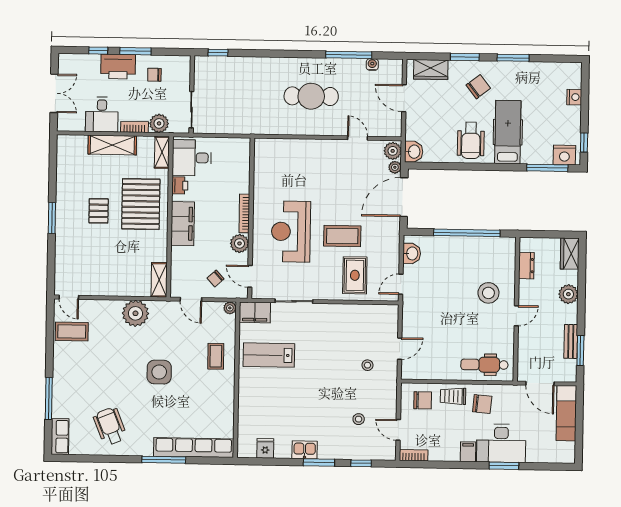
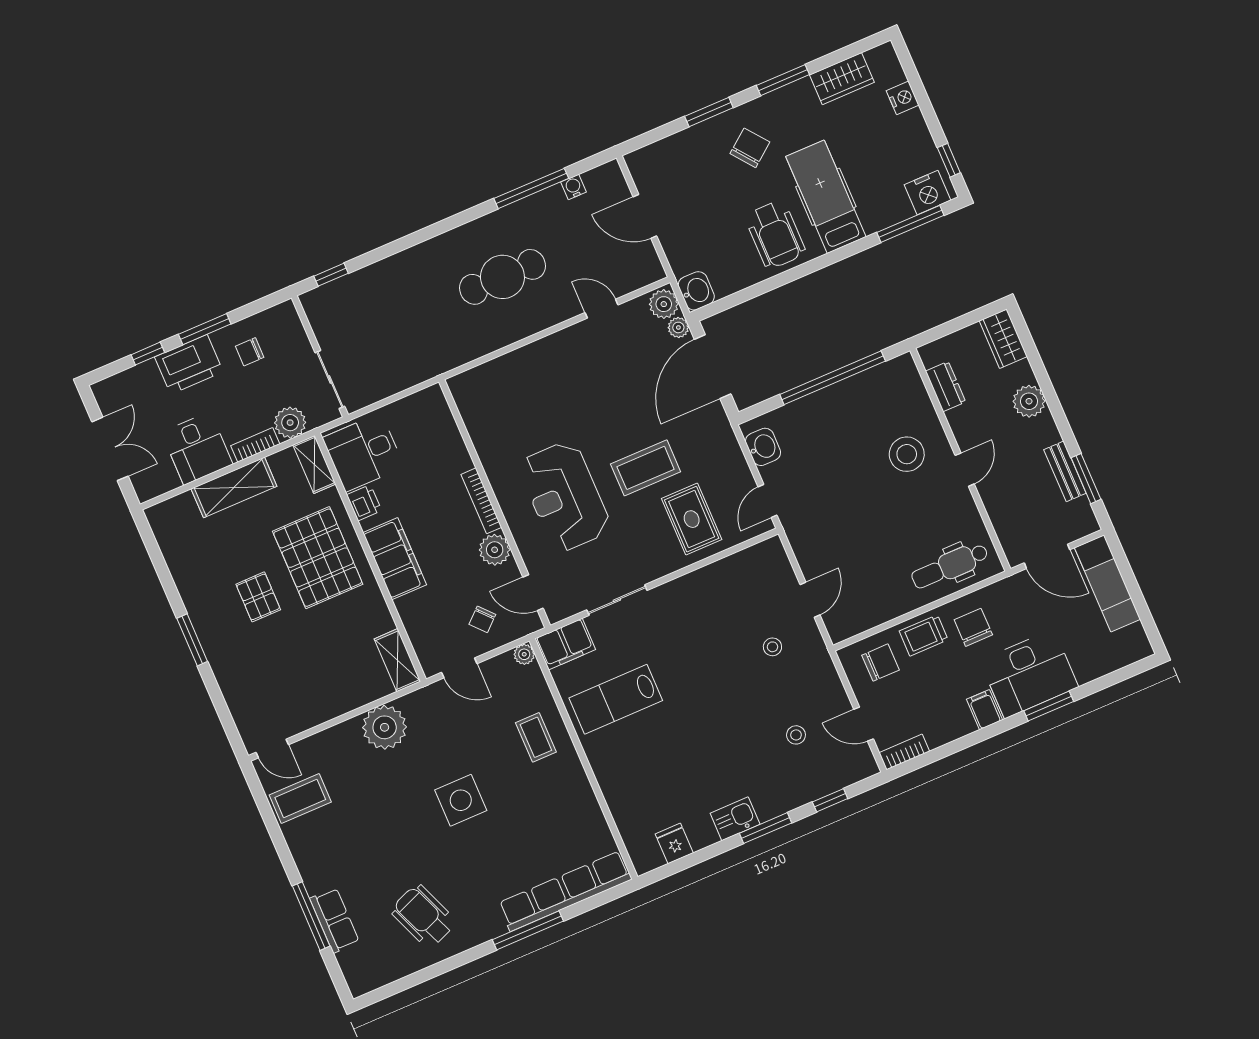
wardrobe: (431, 70) -> (842, 79), moved
chair: (482, 404) -> (973, 627), turned -95
row of seats: (60, 437) -> (335, 920), moved

